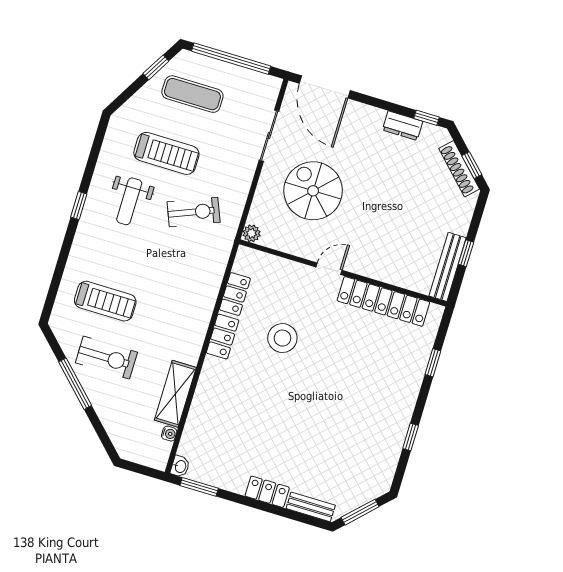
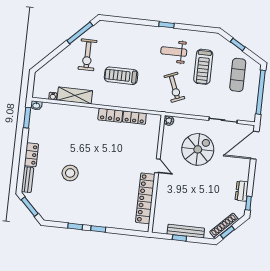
window: (156, 67) -> (238, 45), moved
bench: (448, 267) -> (186, 231), moved
treadmill: (105, 301) -> (121, 76), moved, turned 90
stool: (282, 338) -> (70, 173), moved
window: (433, 363) -> (98, 229), moved
window: (75, 384) -> (80, 33), moved

